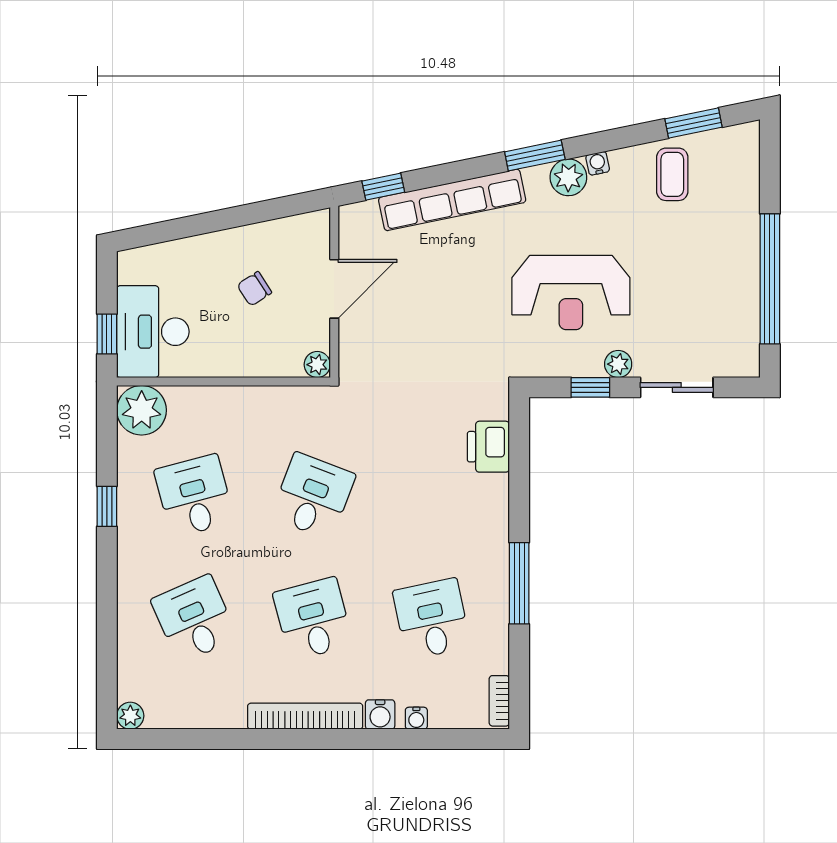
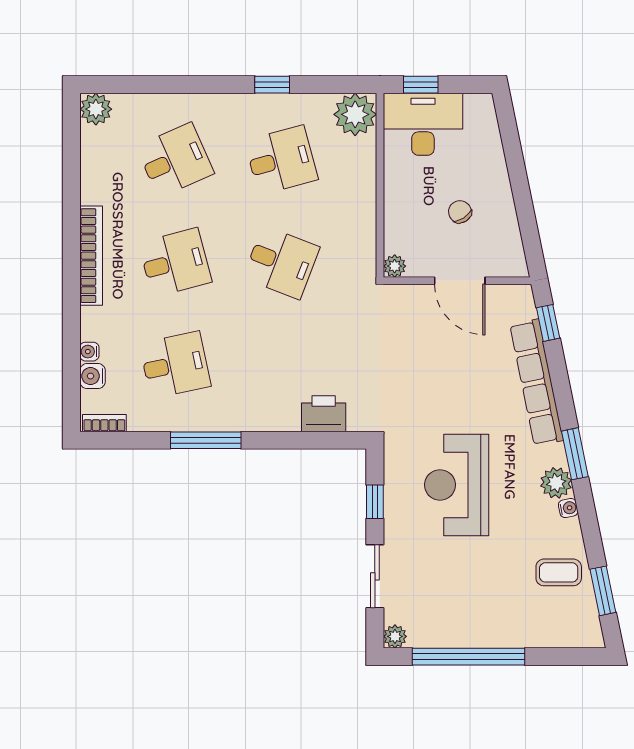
plant: (618, 364) -> (395, 636), moved
water cooler: (380, 715) -> (93, 376), moved
plant: (130, 716) -> (96, 109), width x1.38, depth x1.38

